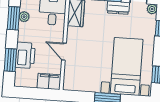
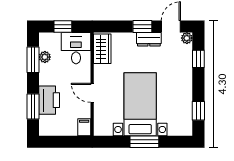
bed with nightstands: (127, 66) -> (140, 104), moved
filing cabinet: (49, 81) -> (84, 127), width x0.50

